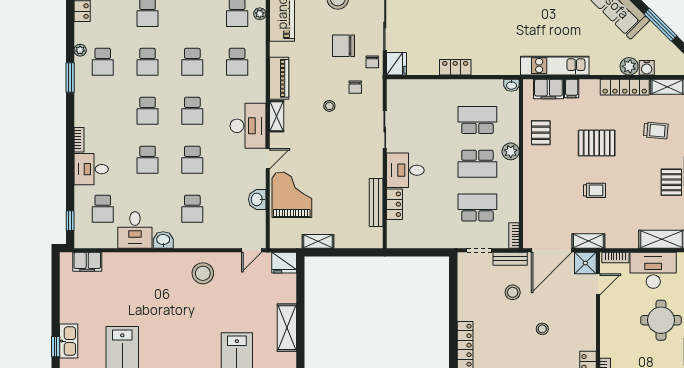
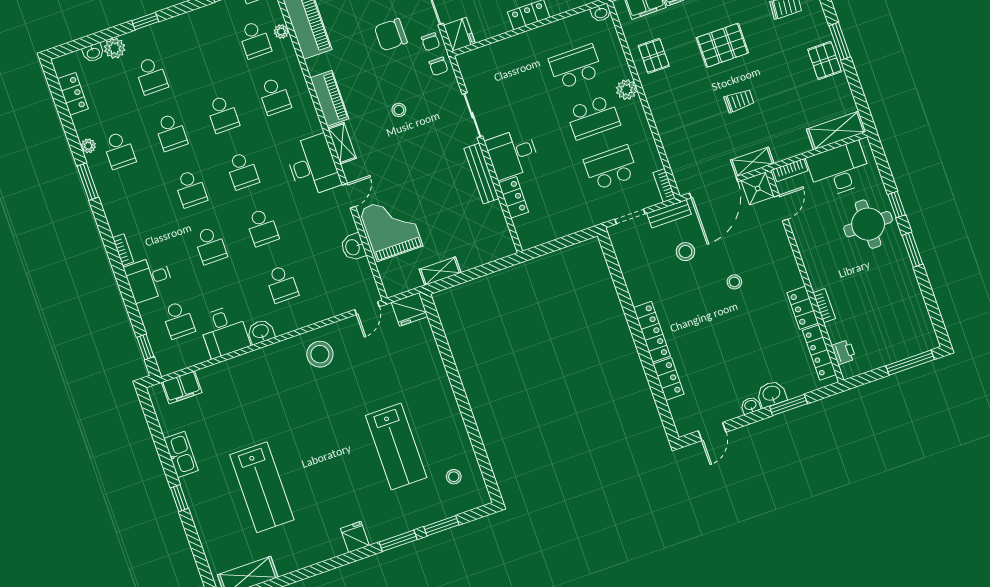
chair: (355, 87) -> (438, 66), moved
bench: (376, 202) -> (481, 174), moved
shelving: (287, 328) -> (439, 383), removed
kitchen sink: (69, 341) -> (181, 454), moved

